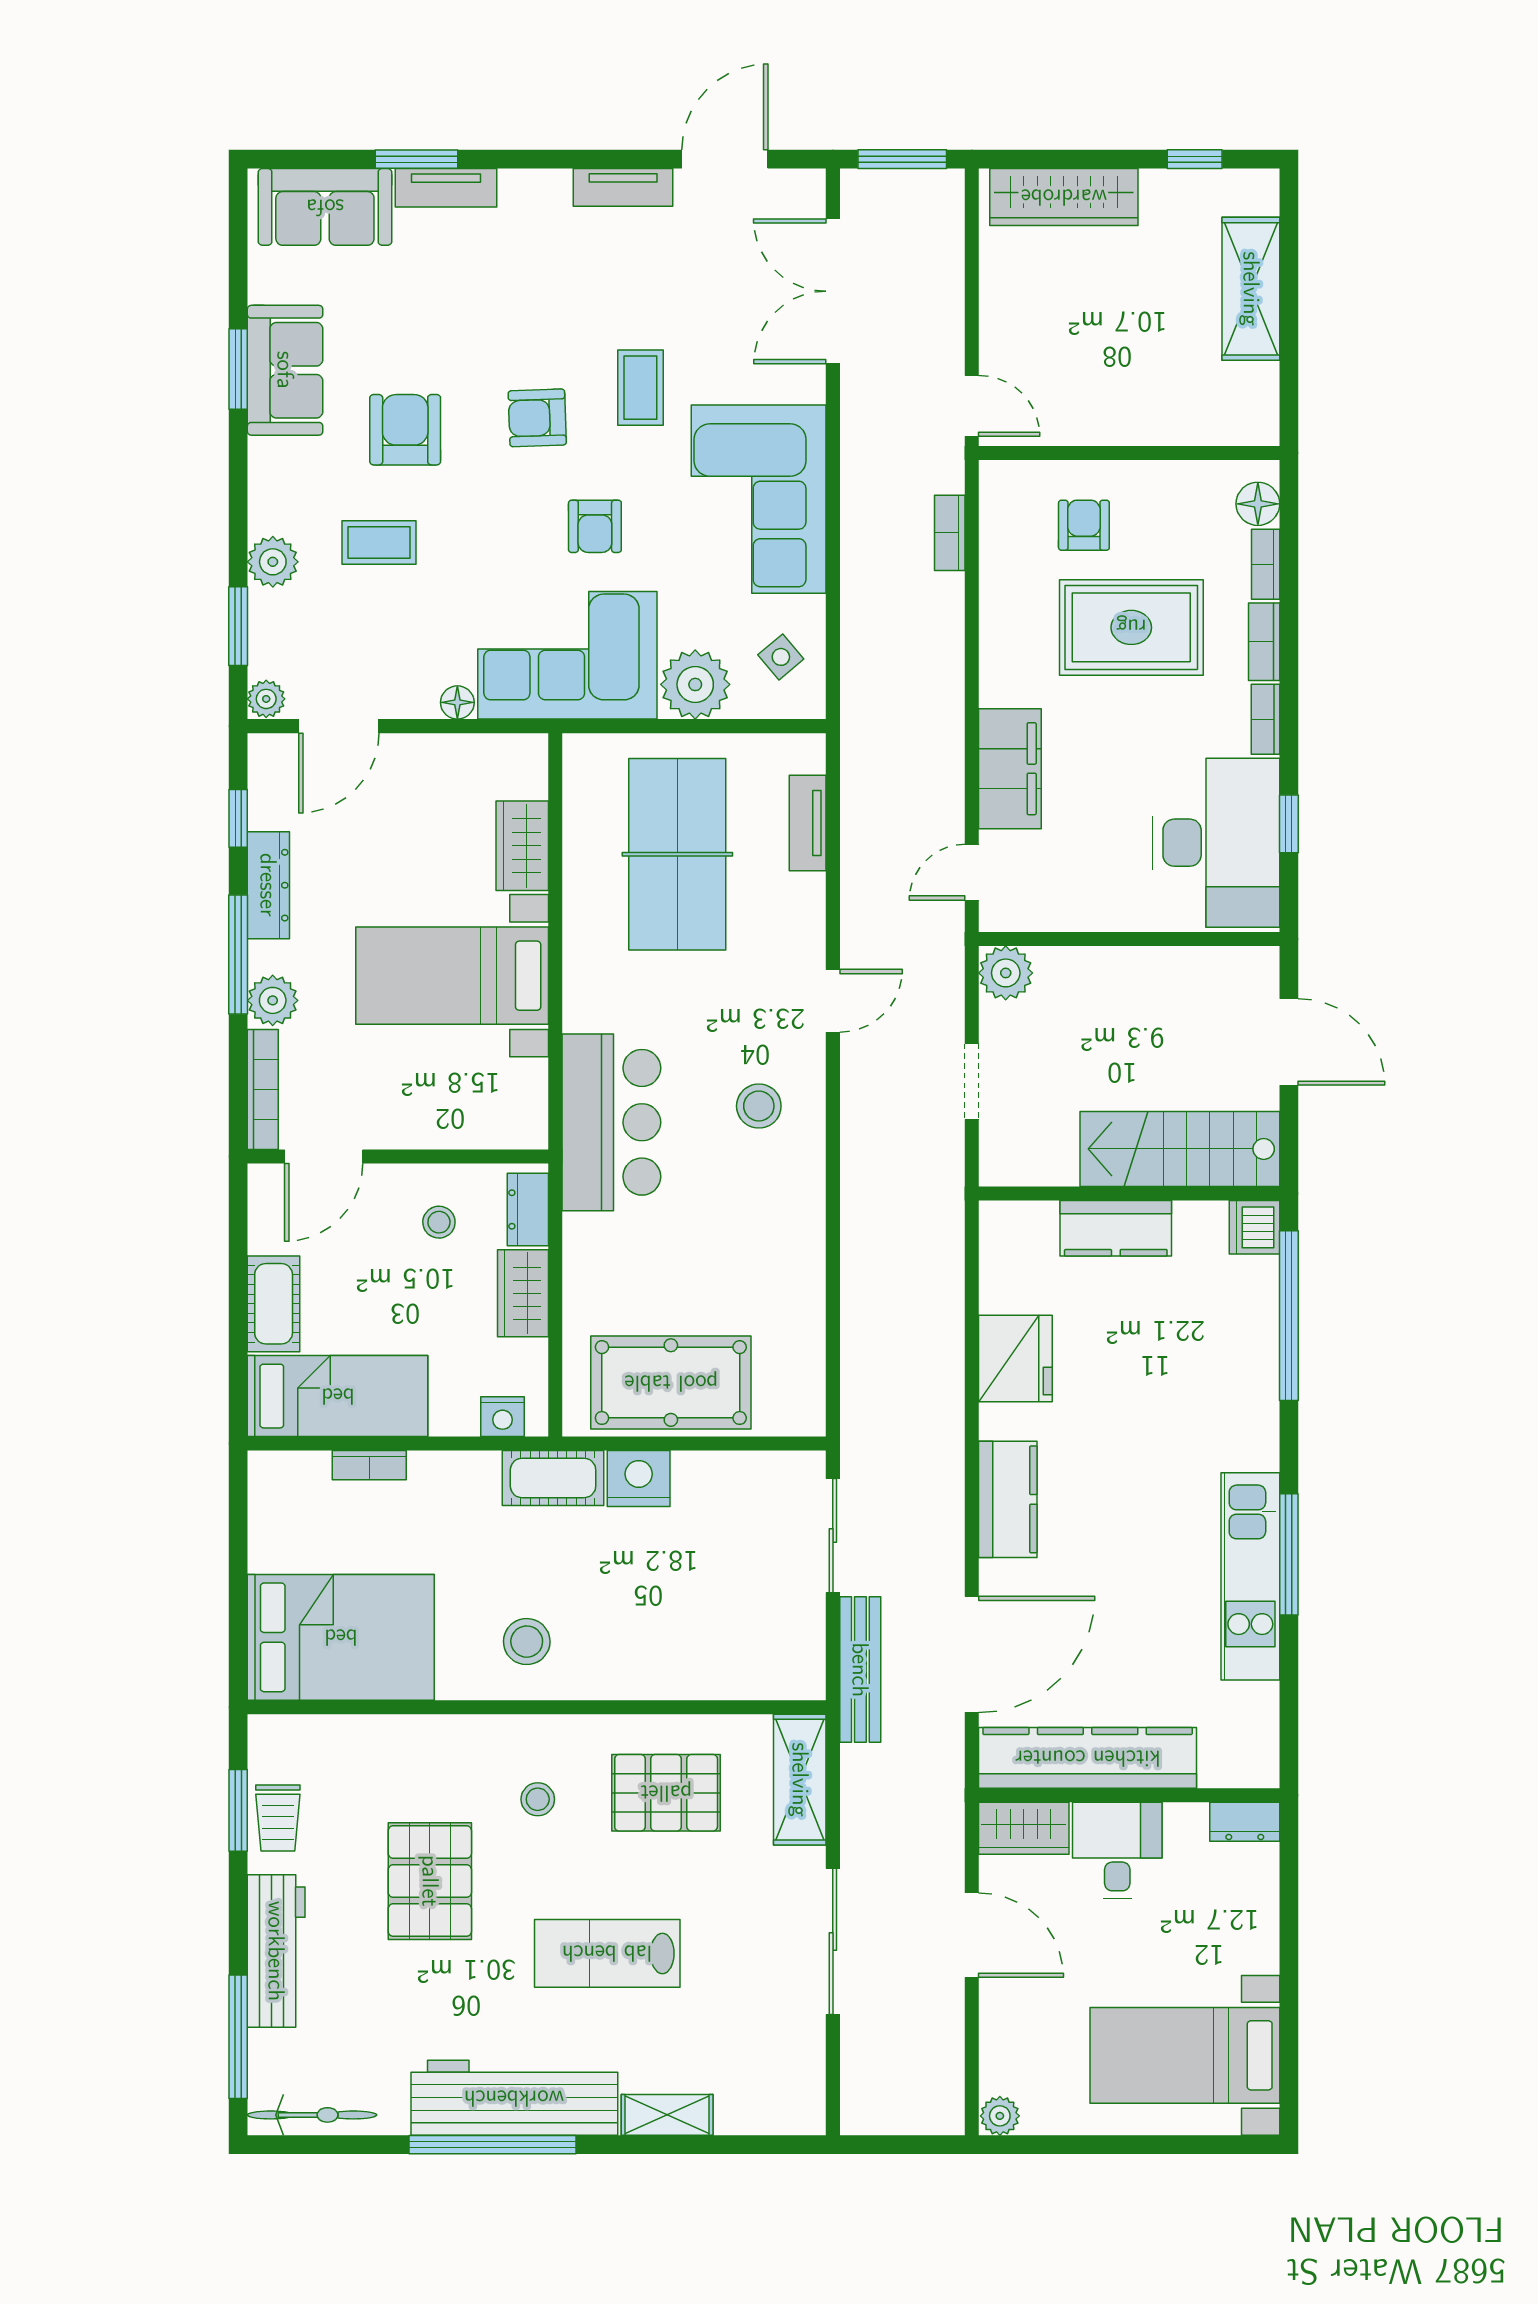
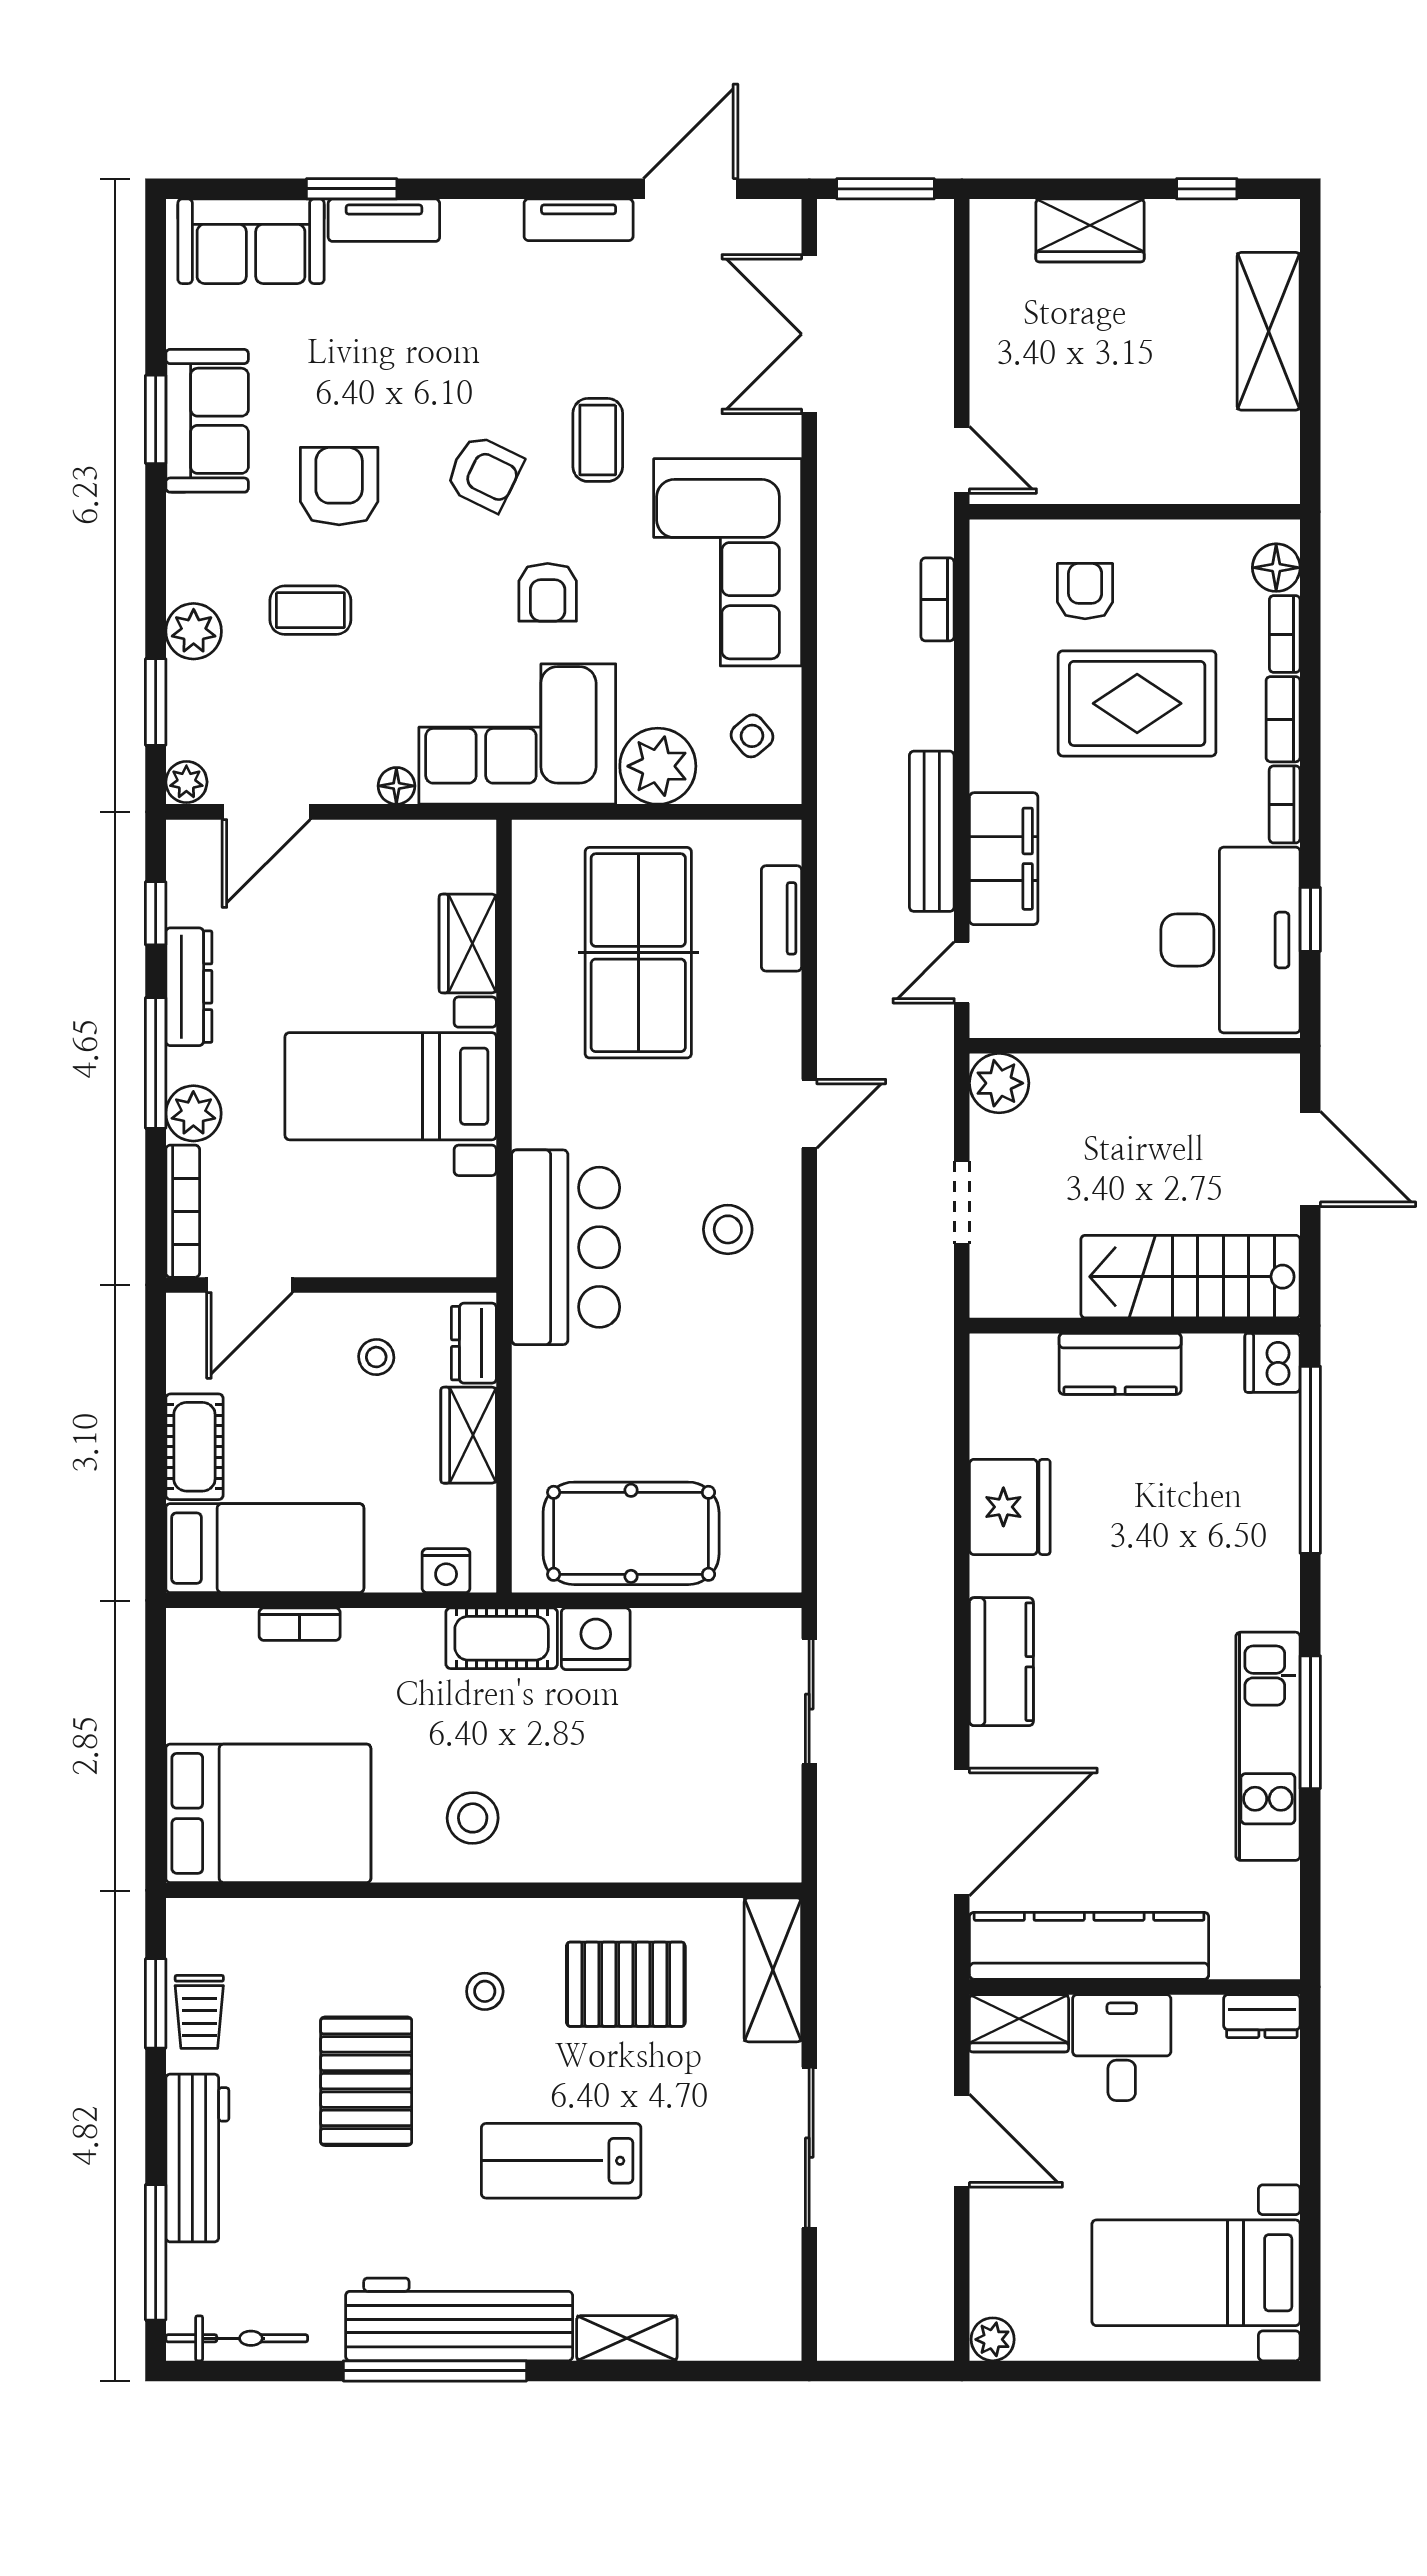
wardrobe: (1064, 197) -> (1090, 230), width x0.67
armchair: (537, 418) -> (484, 473), turned -152
bench: (860, 1670) -> (932, 831), moved

